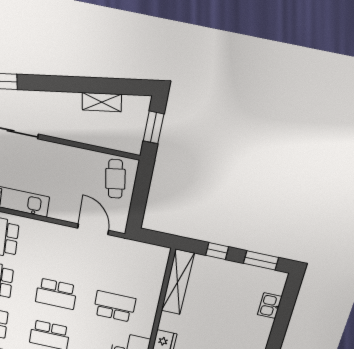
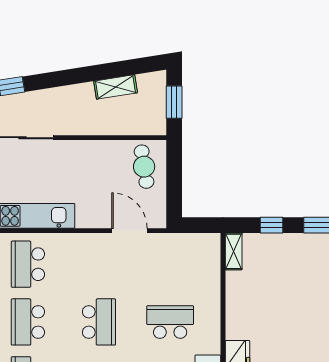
shelving: (178, 282) -> (234, 251), width x0.45, depth x0.75
school desk: (56, 294) -> (99, 322), turned -90

